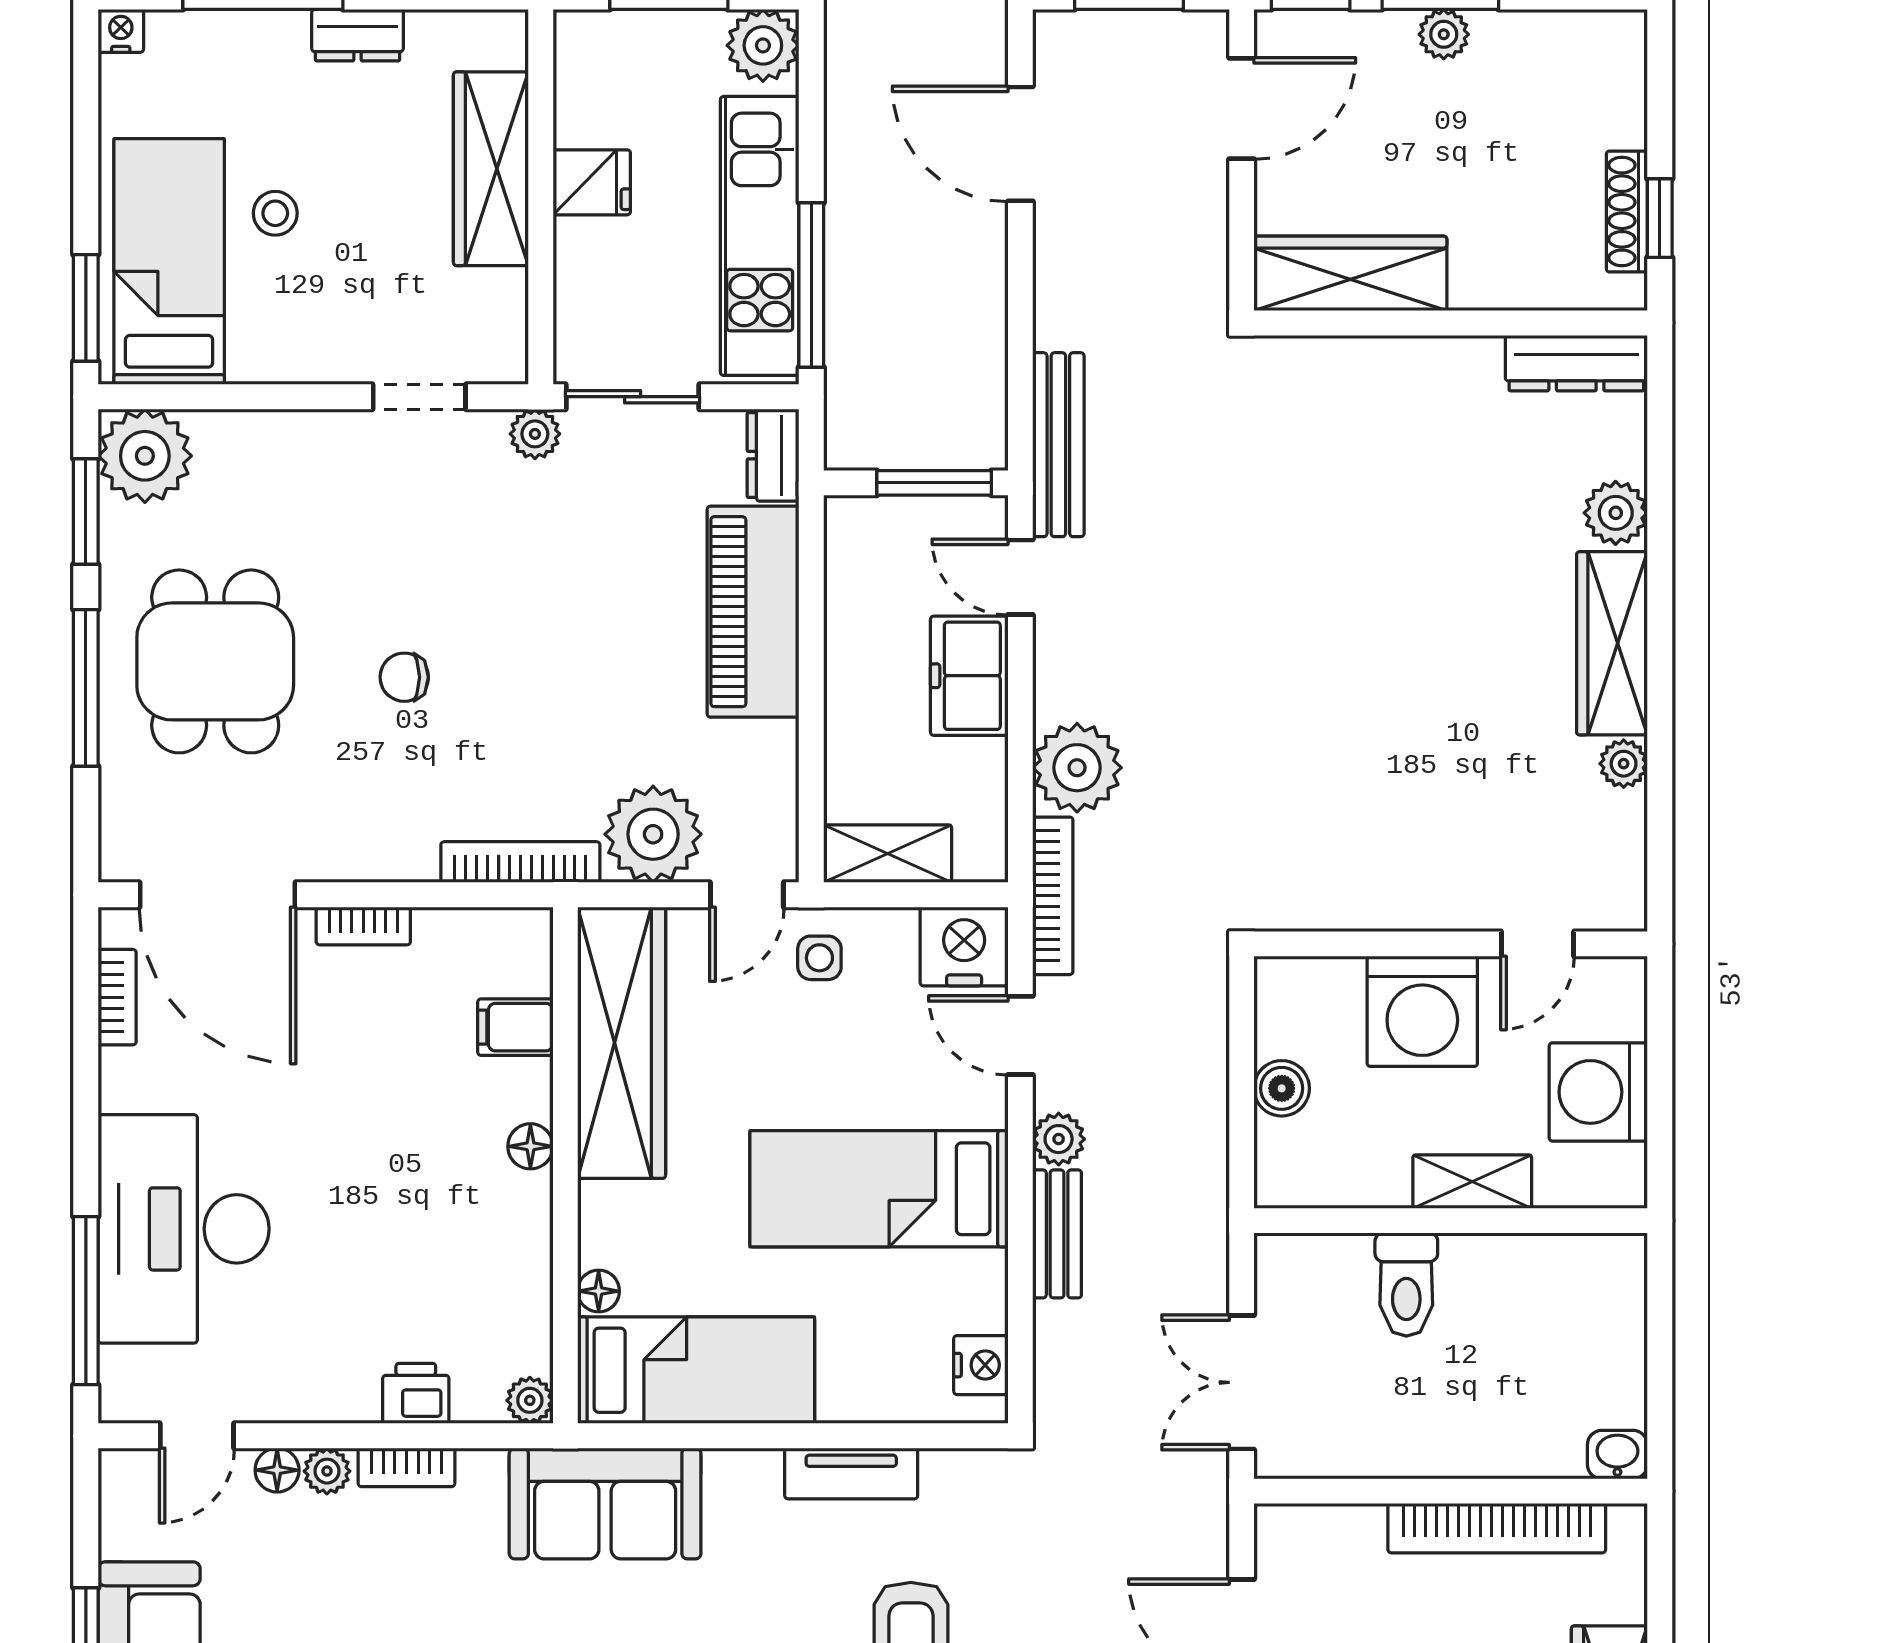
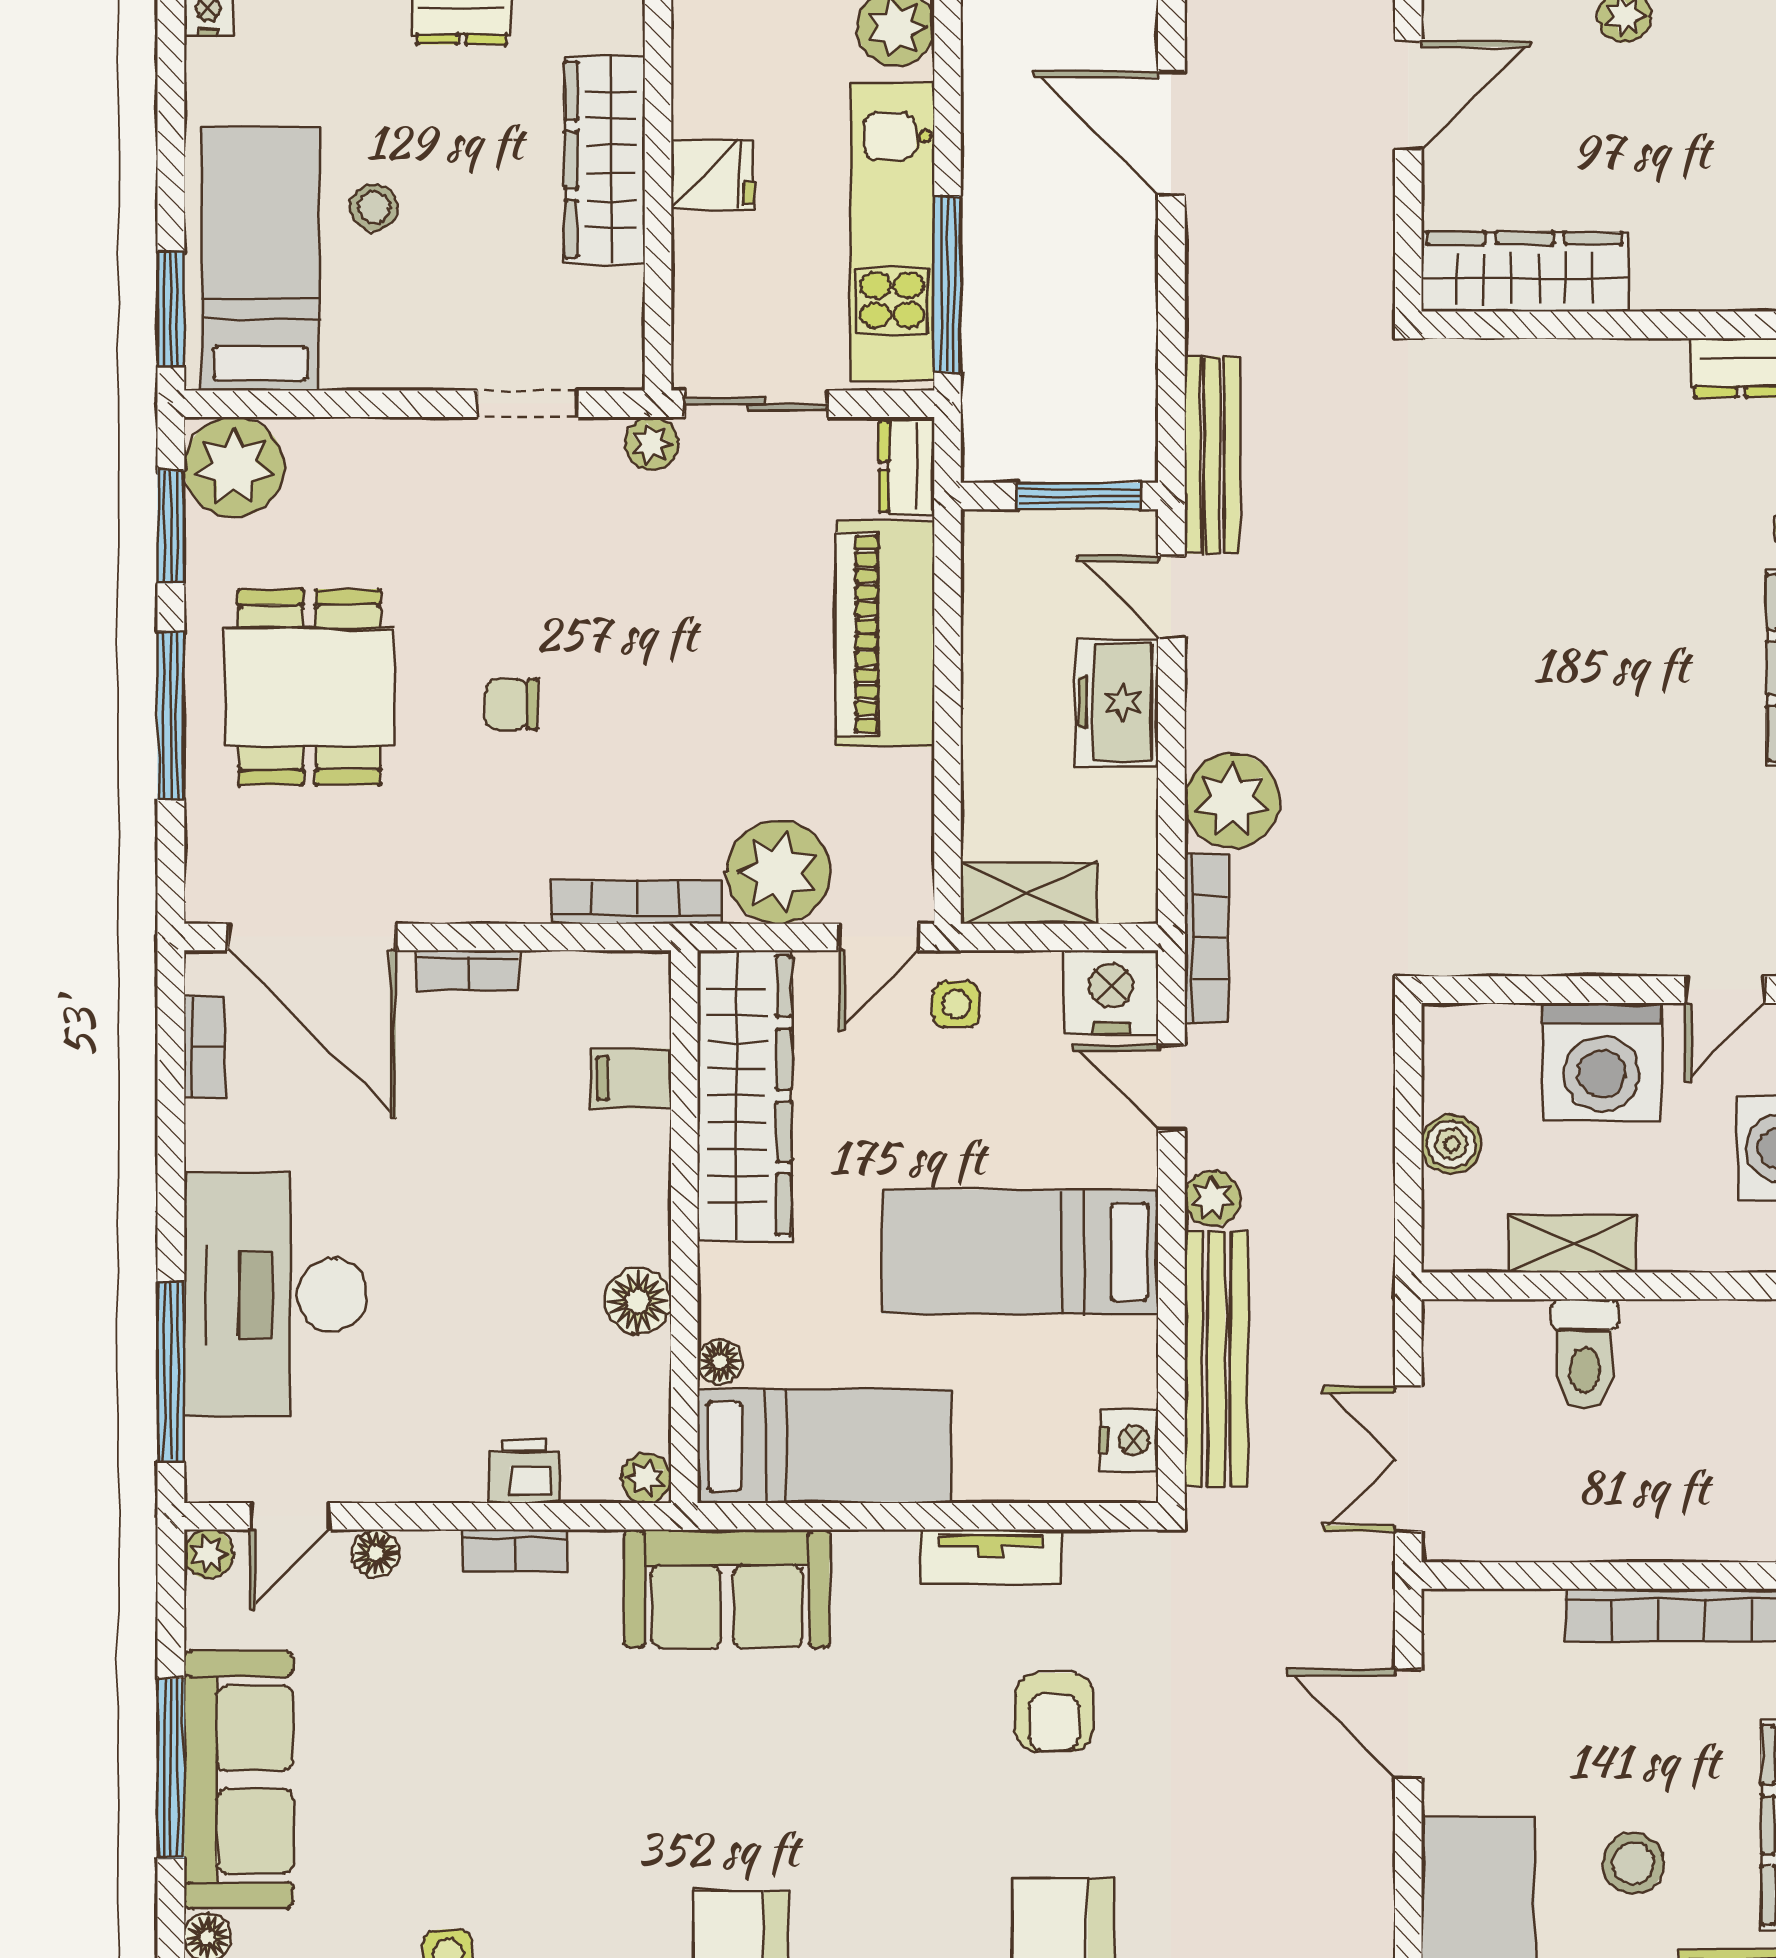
floor lamp: (530, 1146) -> (638, 1301), moved, width x1.37, depth x1.37
shelving: (1472, 1182) -> (1573, 1244), moved
bench: (1057, 1234) -> (1216, 1359), width x1.86, depth x1.21
plant: (327, 1471) -> (209, 1554), moved

